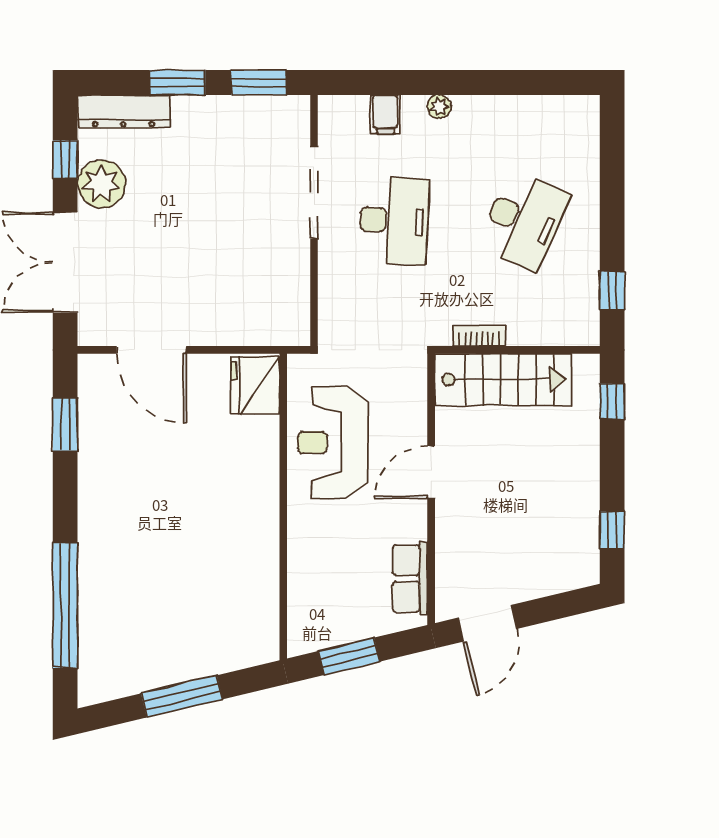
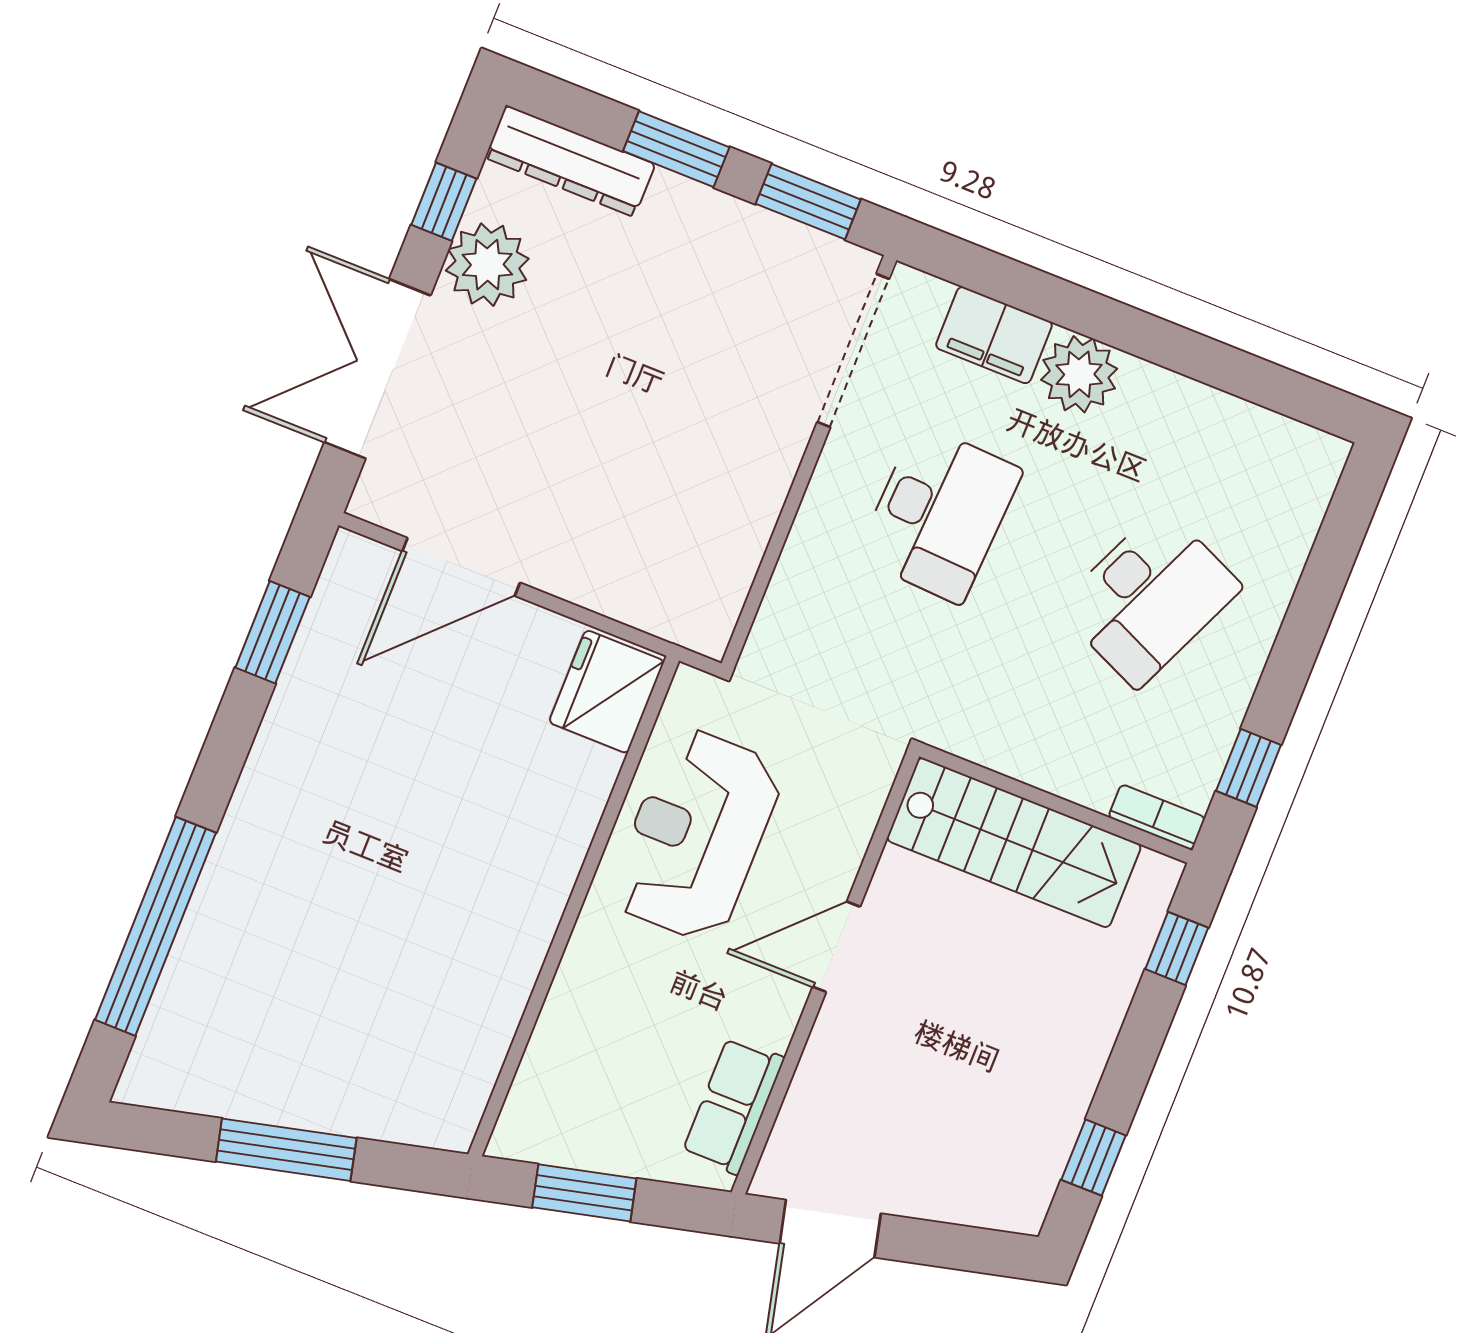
plant: (439, 107) -> (1079, 374), width x1.88, depth x1.88
filing cabinet: (385, 114) -> (994, 335), width x2.00
doorway: (314, 193) -> (853, 350), moved
bookcase: (479, 336) -> (1157, 817), moved
door: (152, 350) -> (461, 567), hinge flipped

